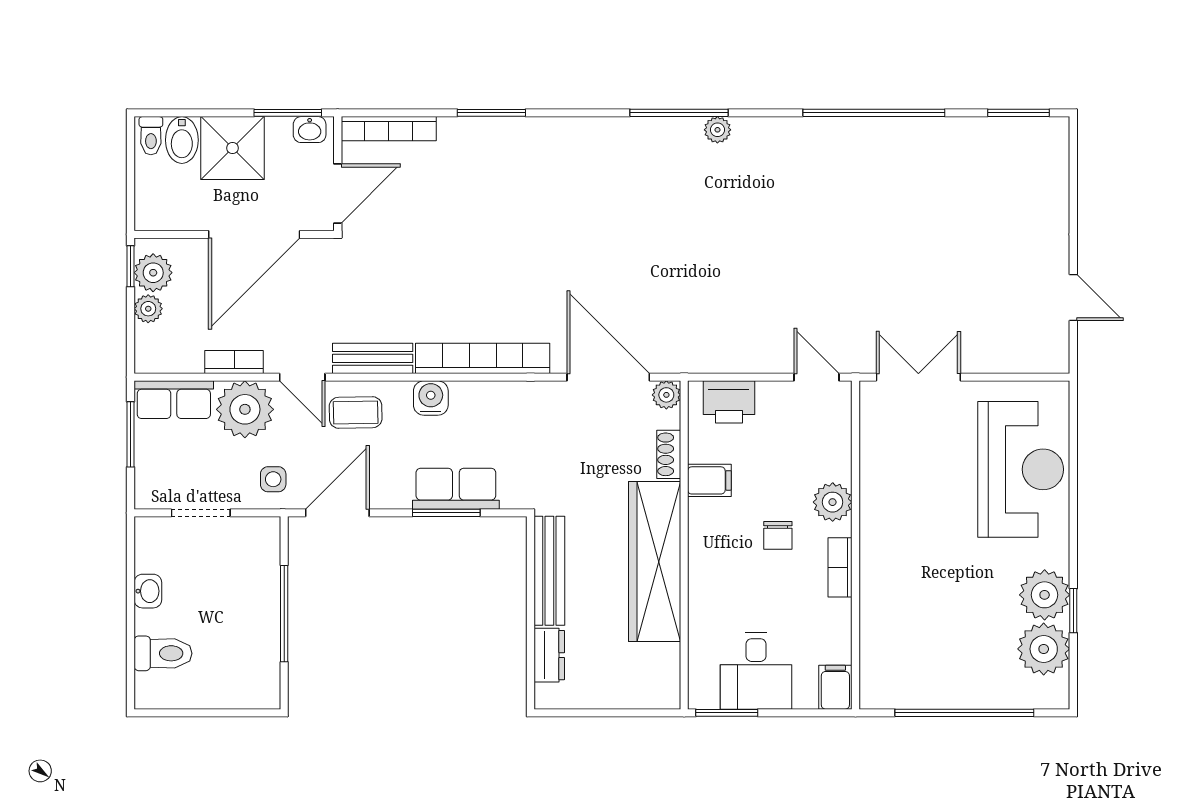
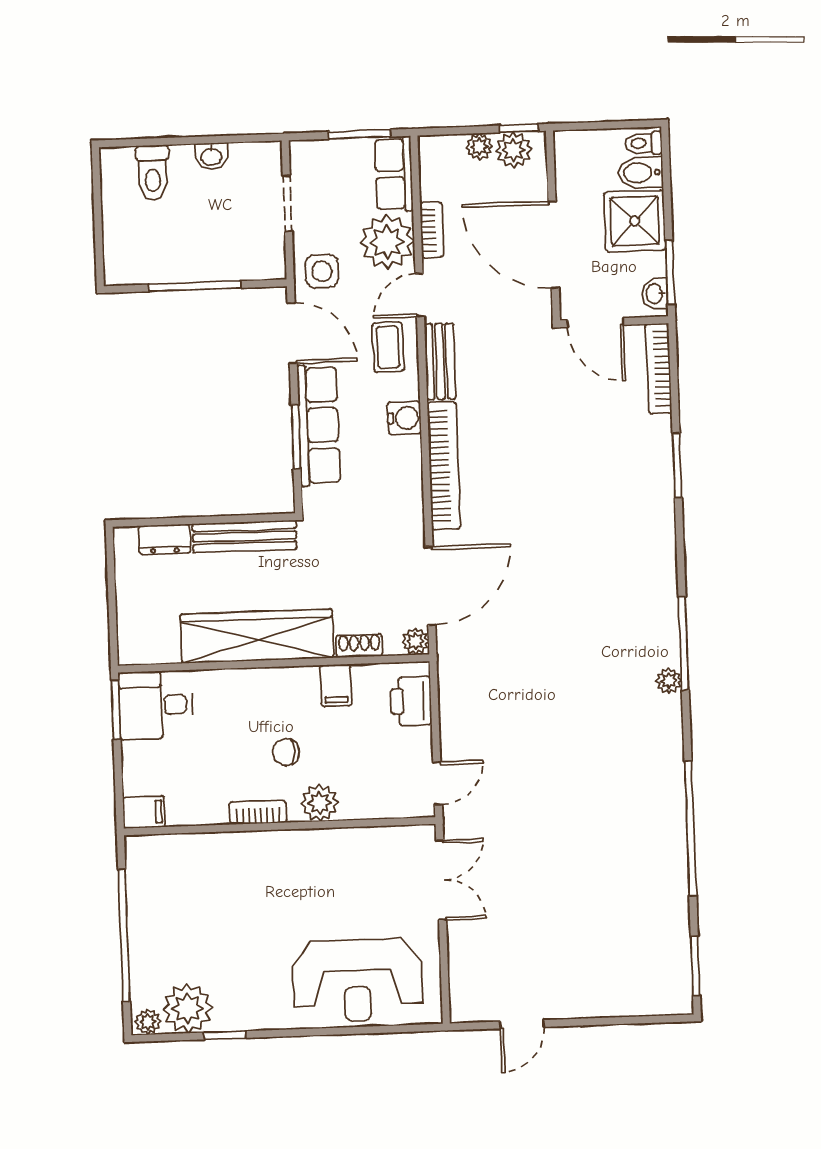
side table: (273, 479) -> (322, 271), width x1.37, depth x1.37
row of seats: (456, 489) -> (319, 425), width x1.48
plant: (1045, 595) -> (148, 1022), moved, width x0.53, depth x0.53
desk: (756, 671) -> (156, 705), moved

